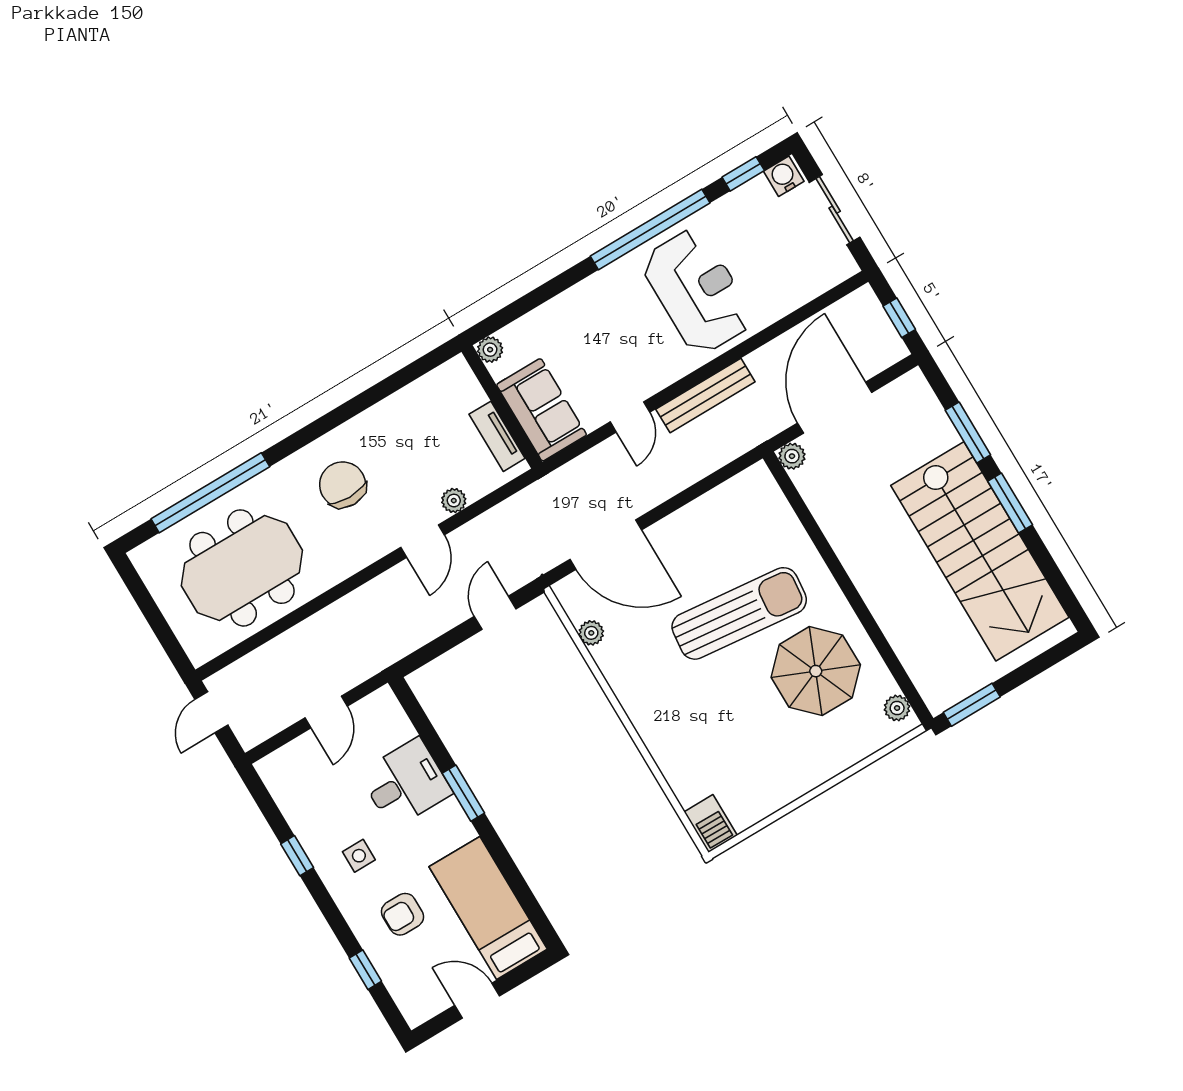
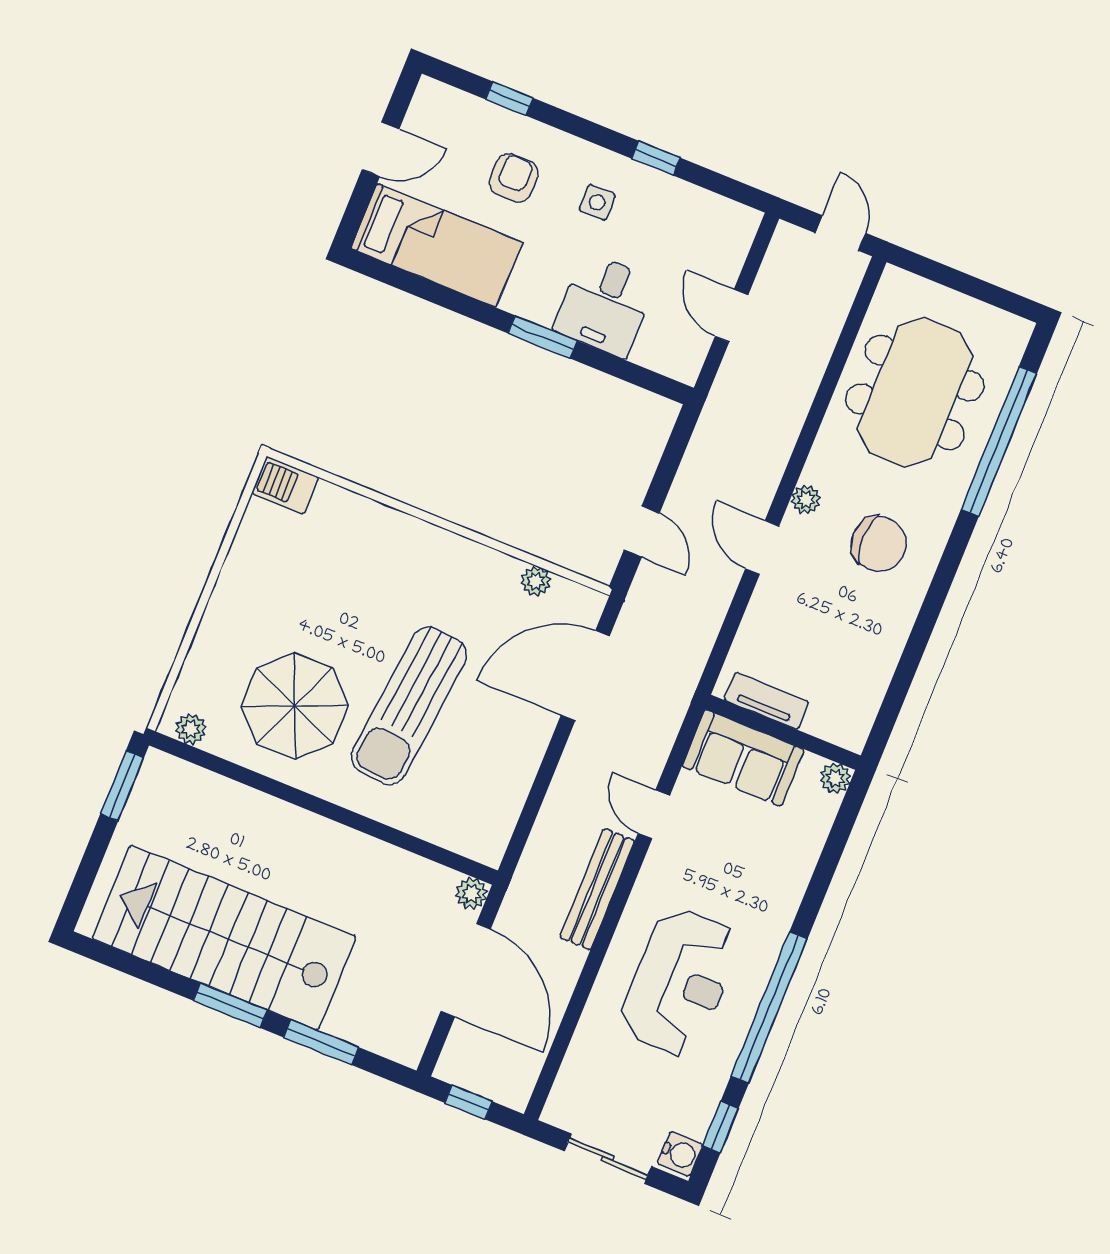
reception desk: (697, 291) -> (680, 982), turned -90
plant: (454, 501) -> (806, 500), moved

